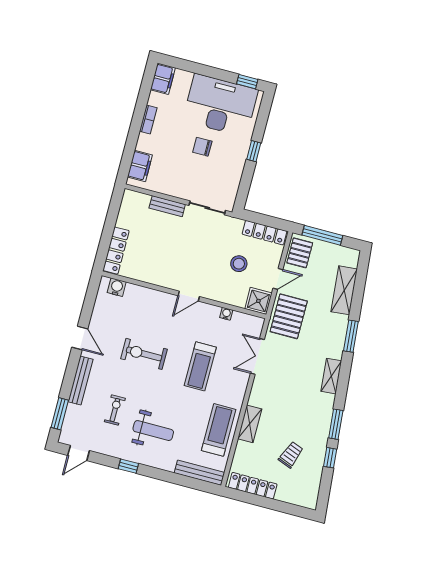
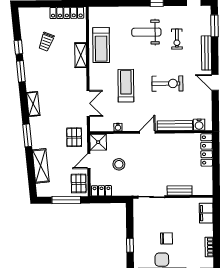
locker: (264, 233) -> (101, 191), width x0.66
pallet: (289, 316) -> (74, 137), width x0.67, depth x0.71
bench: (199, 473) -> (175, 126), moved

